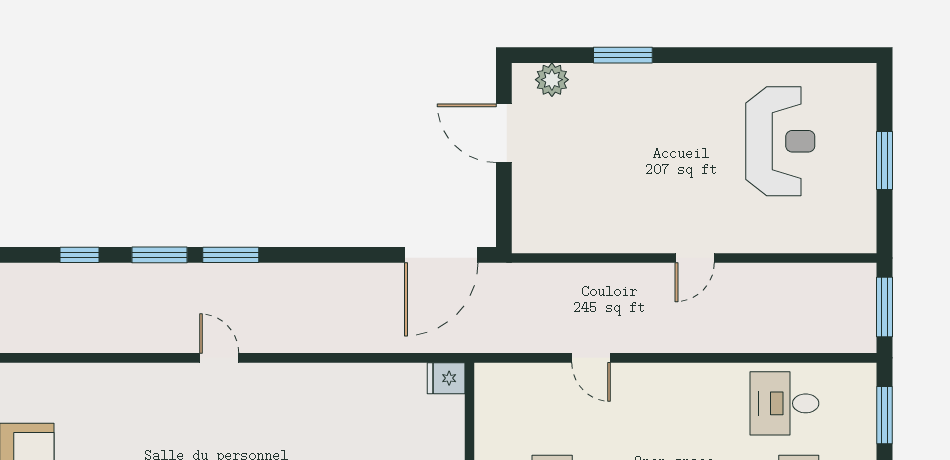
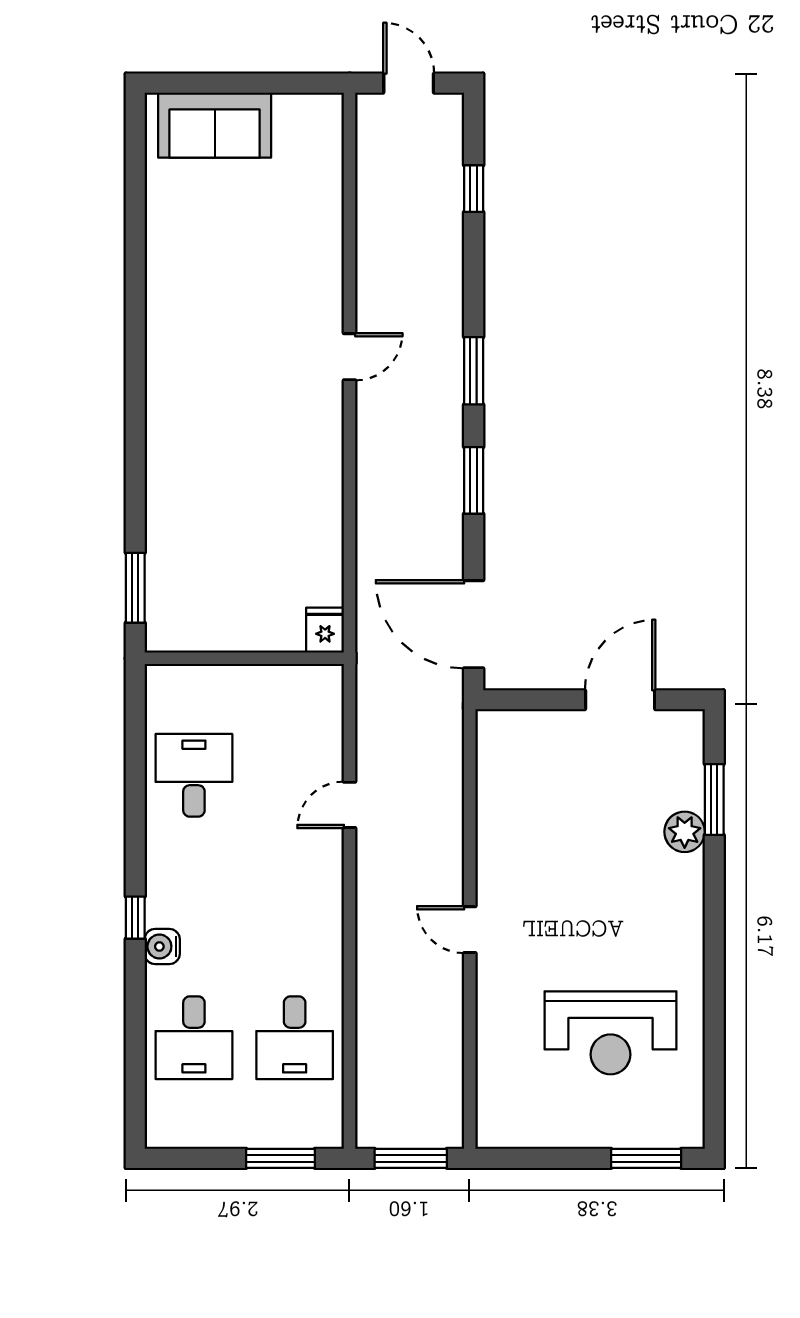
window: (623, 55) -> (714, 800), moved
plant: (552, 80) -> (685, 832), moved
window: (885, 160) -> (646, 1158), moved
window: (160, 255) -> (474, 480), moved
desk: (784, 403) -> (295, 1038), turned 180

